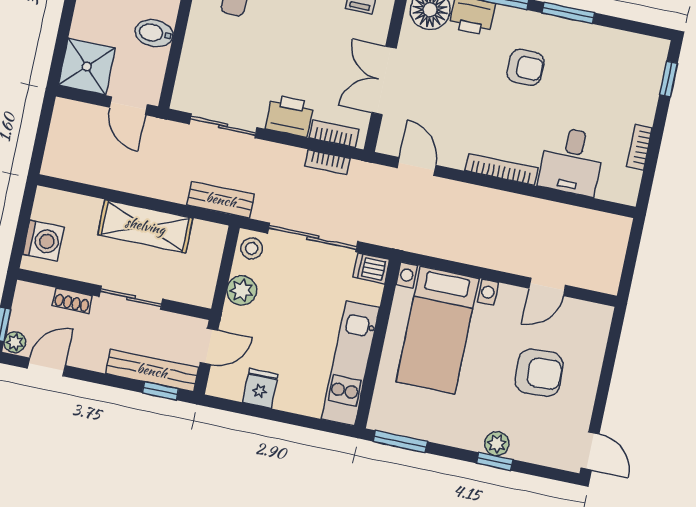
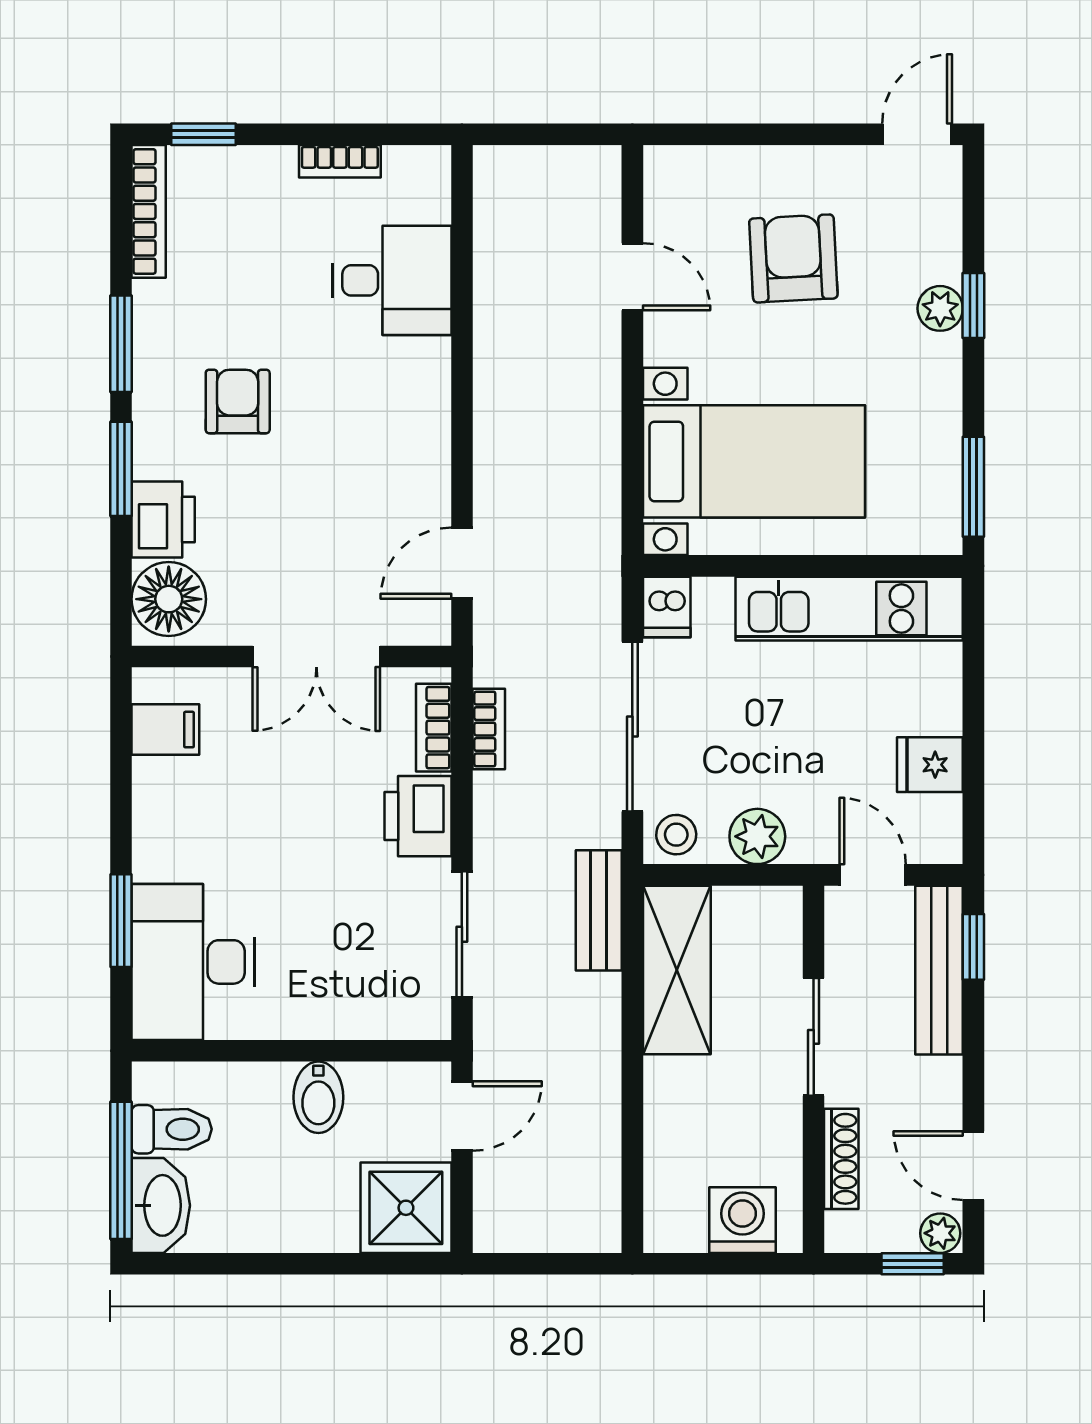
bookcase: (502, 169) -> (149, 211), moved, turned 180
shelving: (145, 226) -> (677, 970), moved
shoe rack: (72, 300) -> (841, 1159), width x1.43

